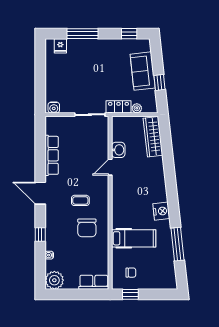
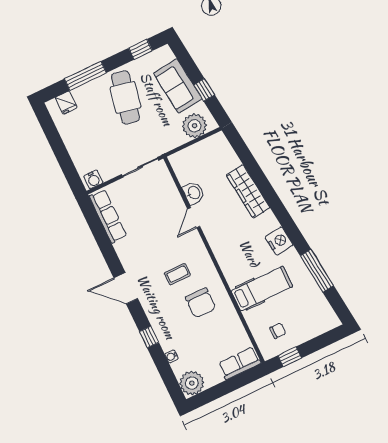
cafe table: (103, 62) -> (125, 97), added
locker: (119, 107) -> (170, 142), removed
plant: (137, 108) -> (194, 126), width x1.88, depth x1.88
wardrobe: (153, 137) -> (248, 191), moved
row of seats: (52, 155) -> (108, 216), moved

